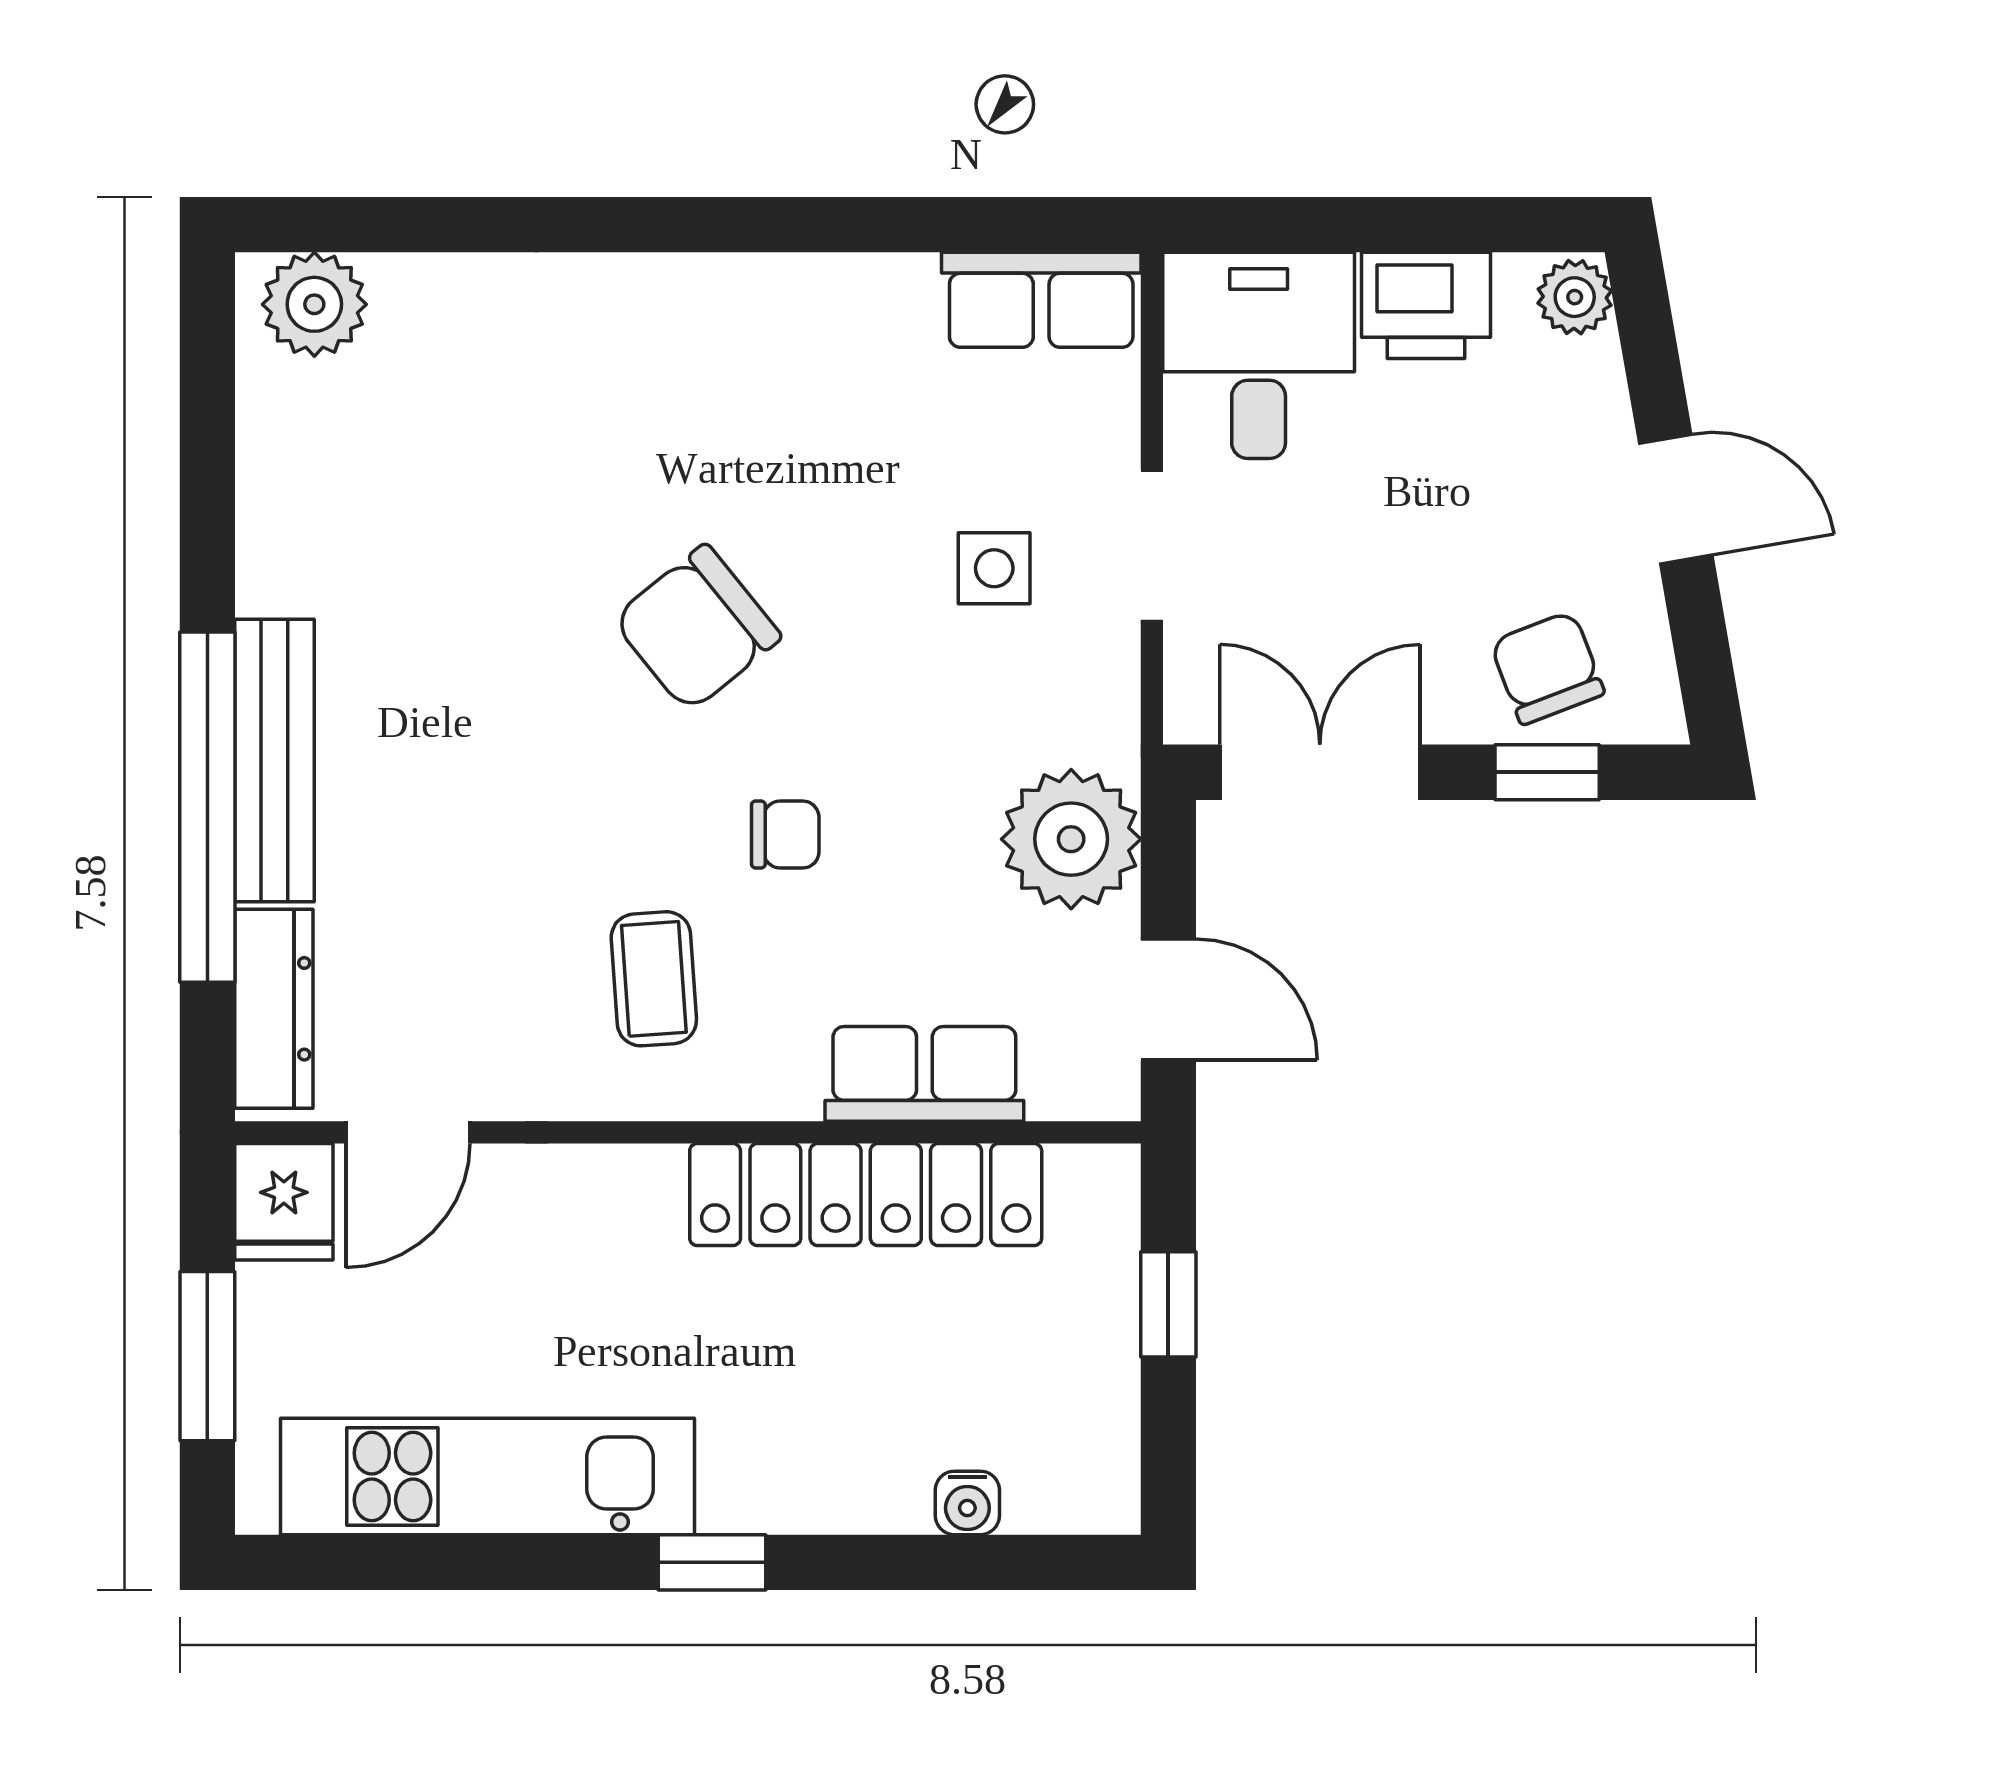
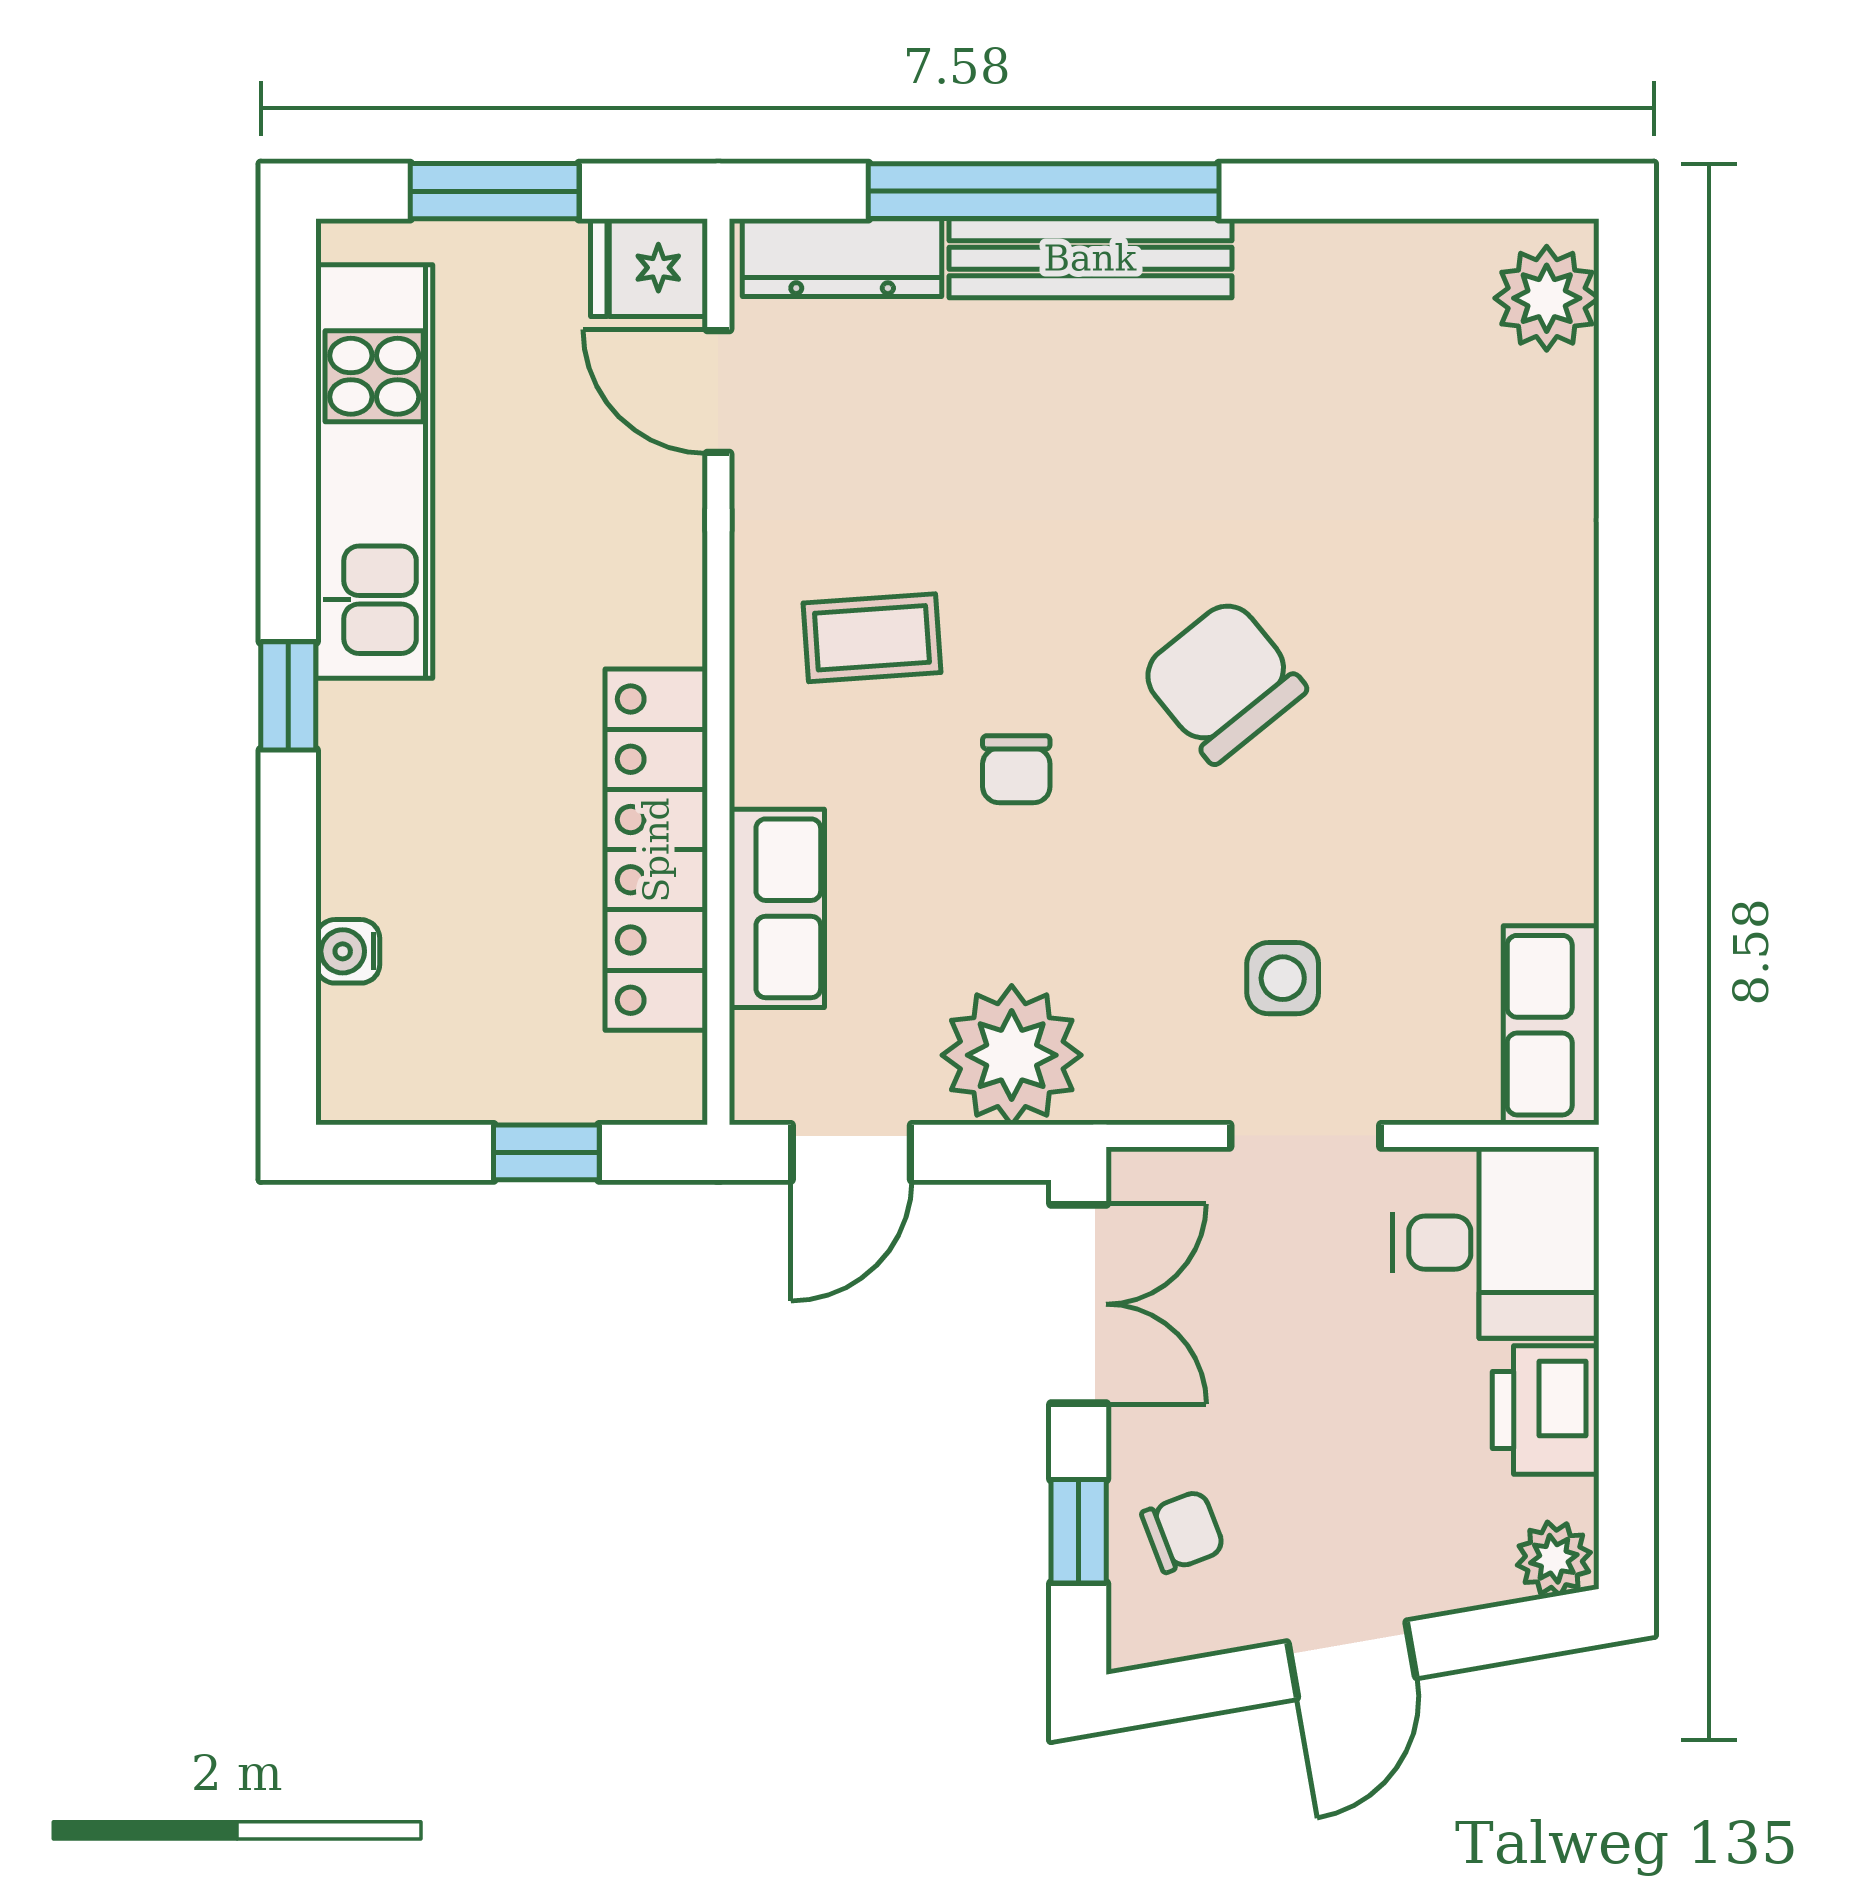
chair: (1547, 668) -> (1183, 1531), width x0.73, depth x0.73

